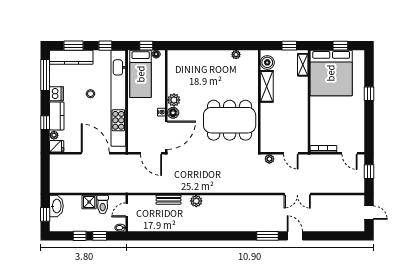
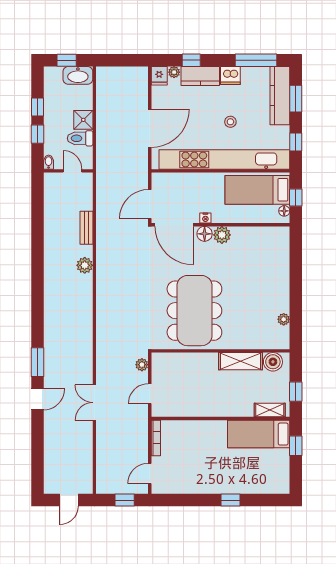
window: (340, 46) -> (296, 446), moved
bed: (331, 73) -> (259, 434), width x0.49

